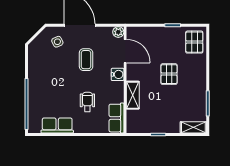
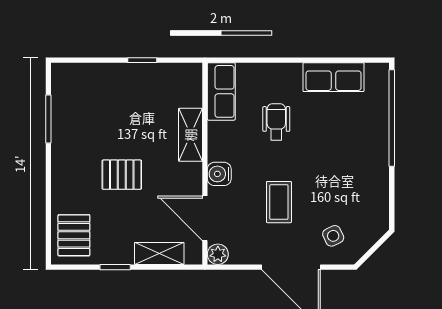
pallet: (169, 74) -> (122, 175), turned 90
wheelchair: (87, 102) -> (276, 122), turned 180
shelving: (193, 127) -> (159, 253), moved

